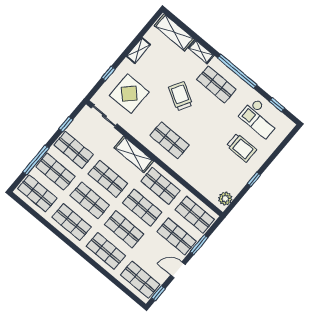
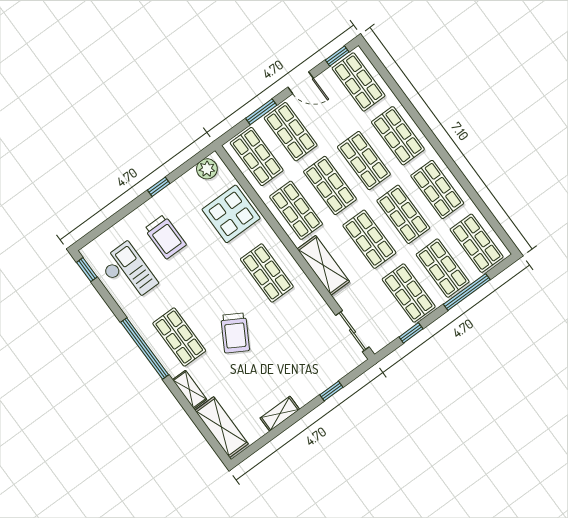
display table: (129, 94) -> (231, 214), moved
window: (277, 105) -> (87, 270), moved
trolley: (242, 148) -> (165, 237), turned 180

